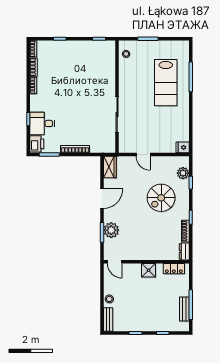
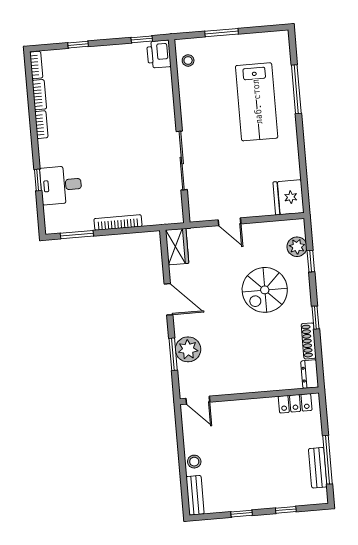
printer: (37, 144) -> (159, 54), moved, turned 180
fridge: (183, 147) -> (288, 197), width x1.88, depth x1.34
door: (102, 199) -> (168, 299), hinge flipped
shower: (149, 270) -> (254, 409), removed

